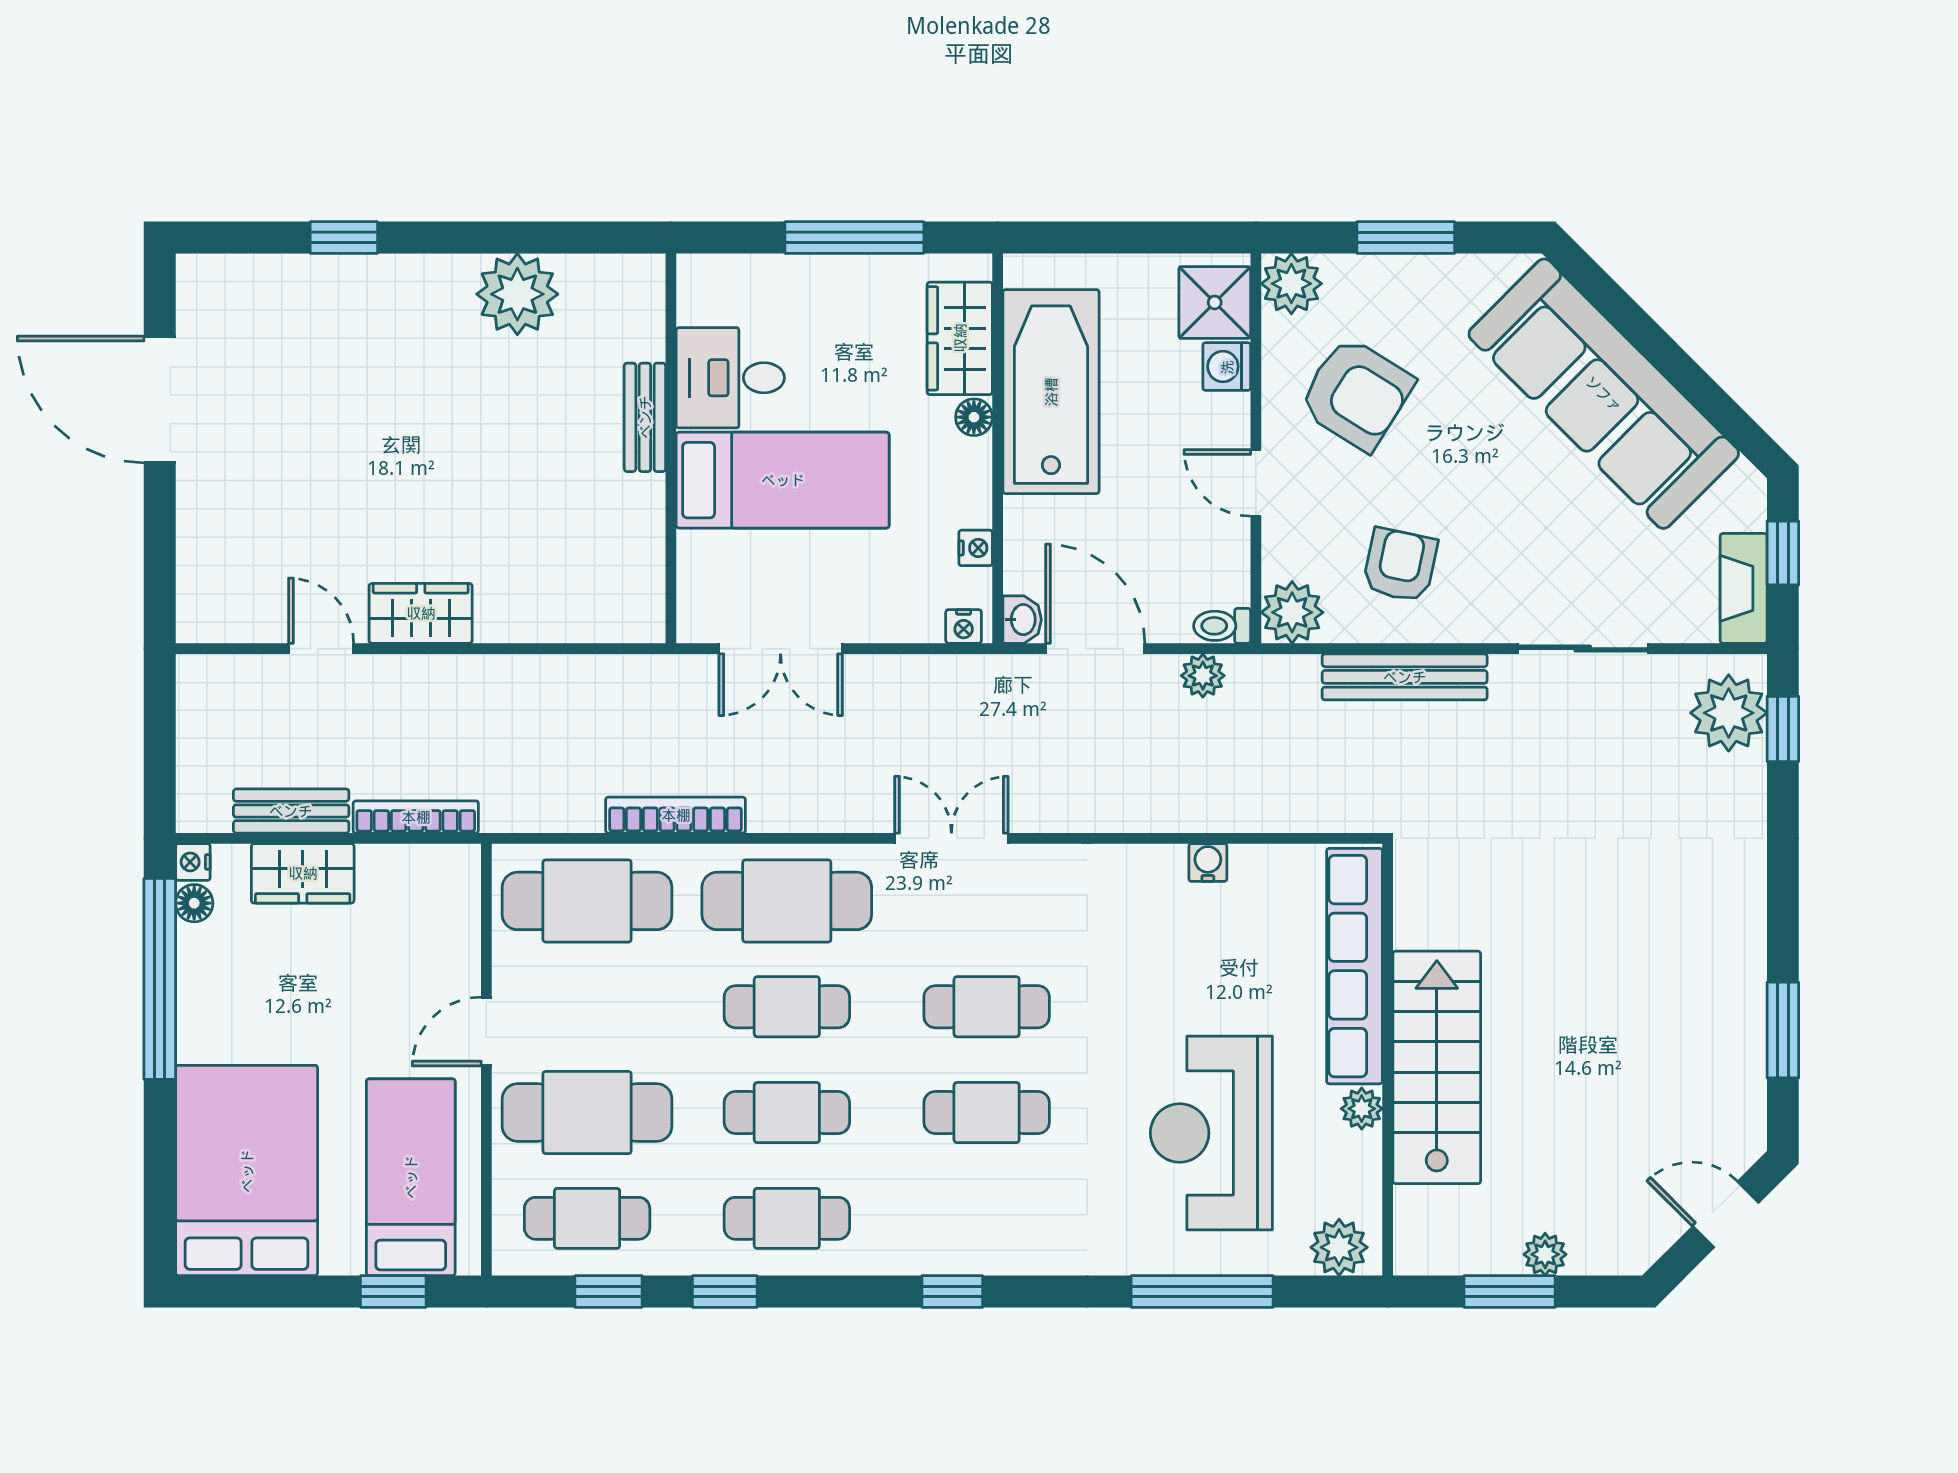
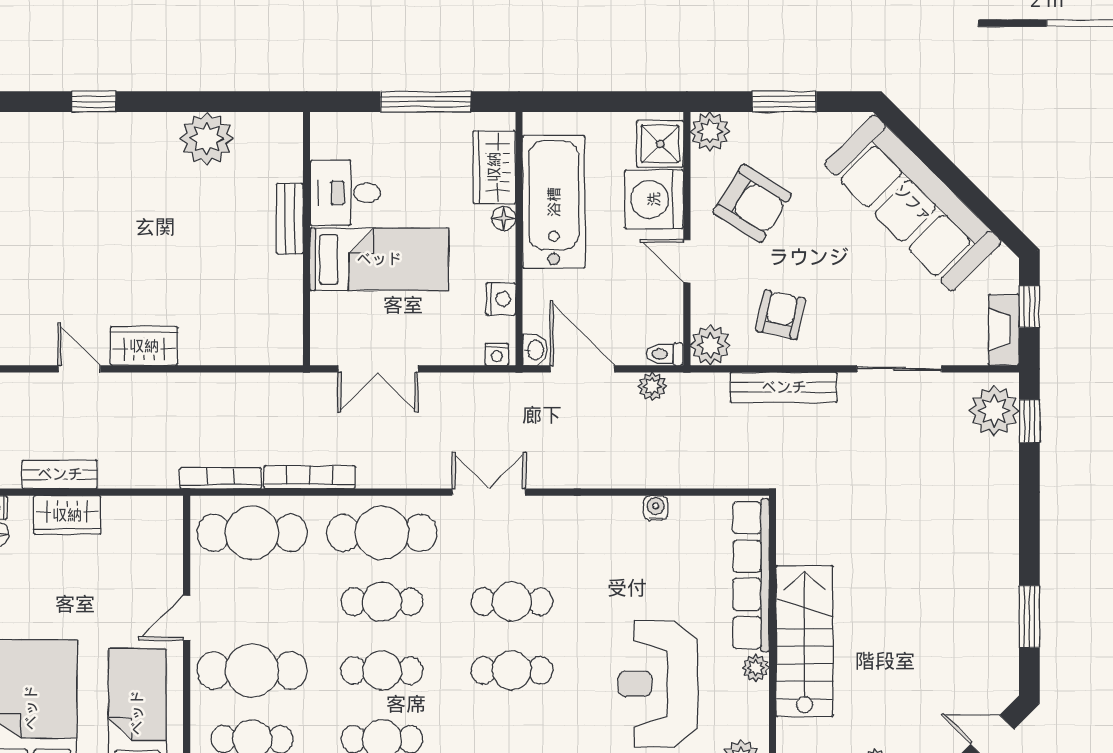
washing machine: (1227, 367) -> (654, 199), width x1.89, depth x1.89
nightstand: (976, 548) -> (501, 299), width x1.39, depth x1.35
bookcase: (416, 817) -> (221, 478), moved

